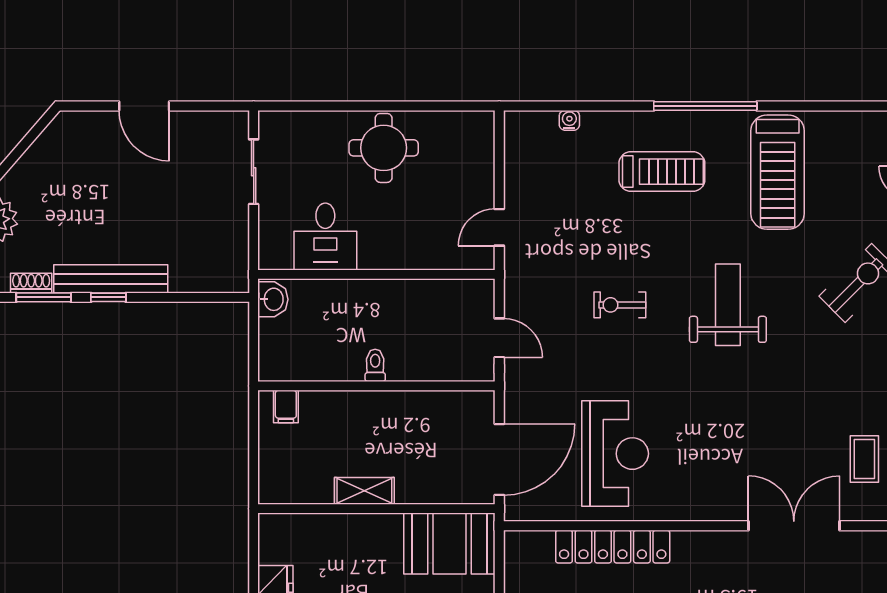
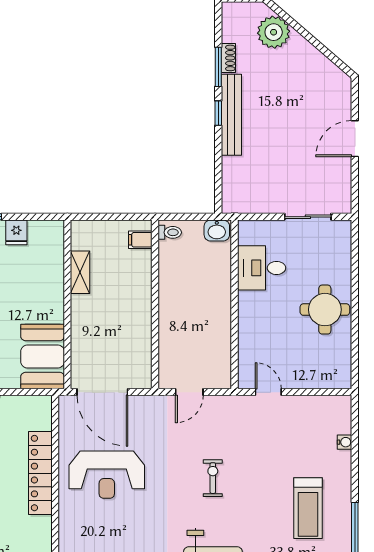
toilet: (375, 365) -> (170, 232), moved
shelving: (364, 491) -> (80, 272), moved

